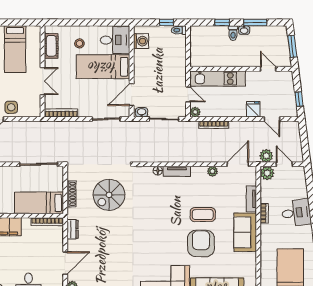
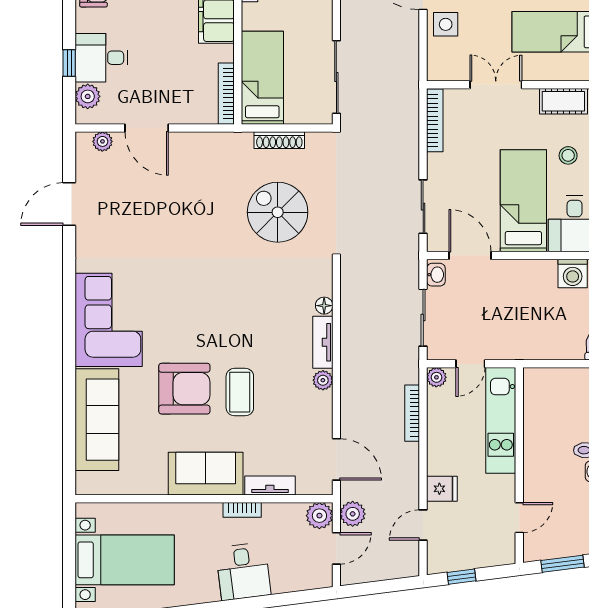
double door: (43, 81) -> (496, 85), swing flipped
plant: (213, 171) -> (323, 380), moved
dresser: (73, 229) -> (212, 142), removed

